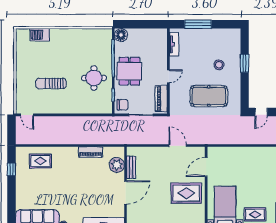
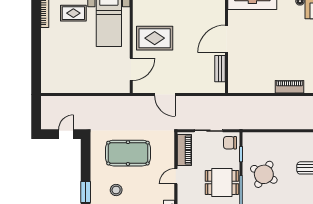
dining table: (129, 71) -> (222, 182), turned 90
round table: (94, 78) -> (264, 174), turned 30
piano: (91, 152) -> (290, 87), moved
plant: (117, 165) -> (237, 72), removed

